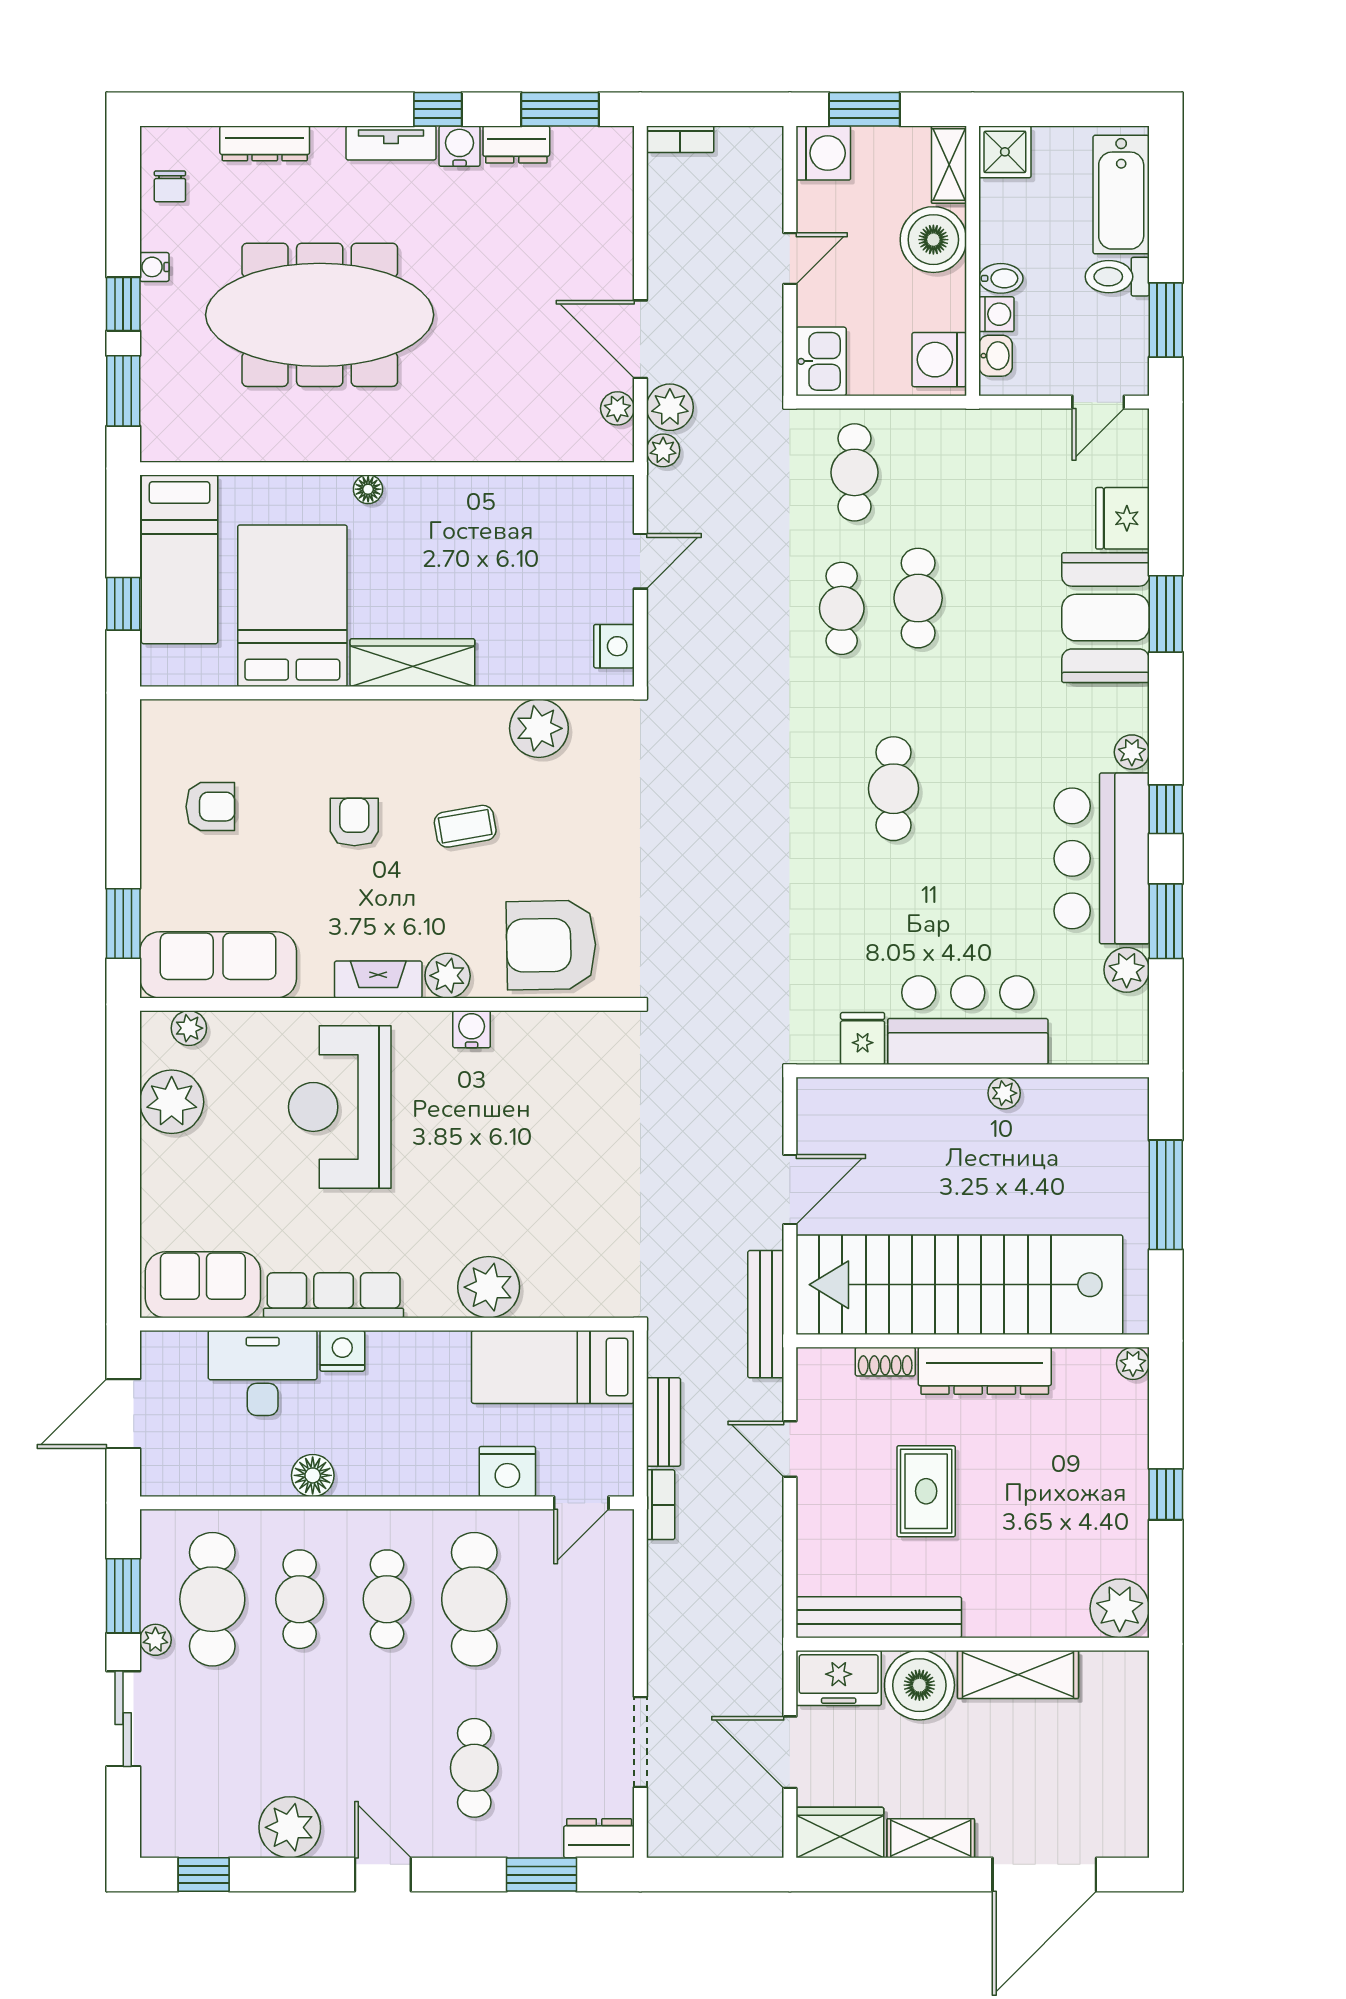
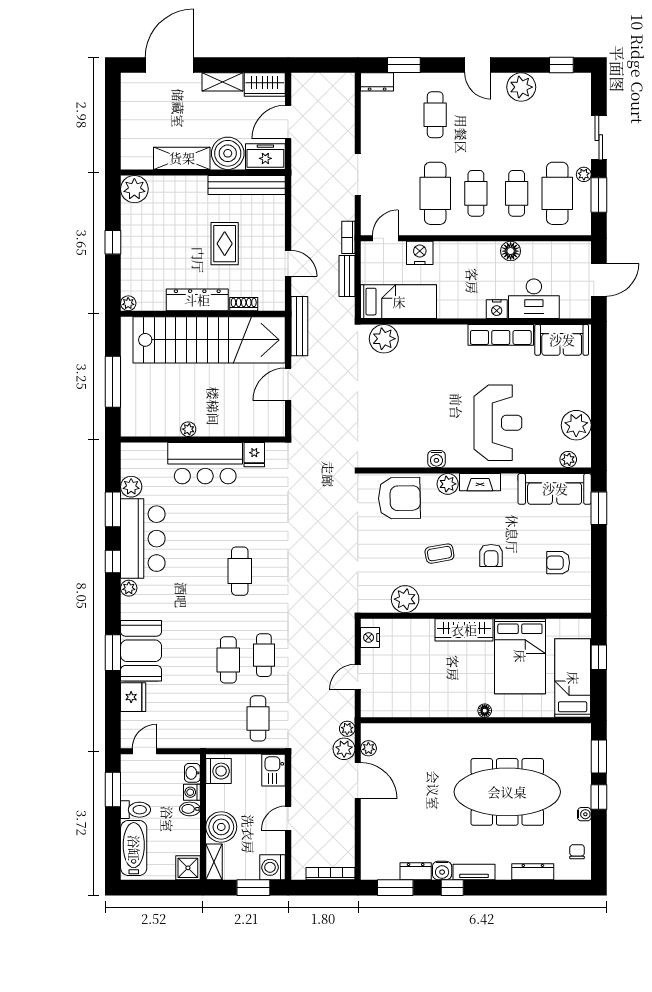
bookcase: (680, 139) -> (330, 874), width x1.56
plant: (489, 1287) -> (384, 339), moved
doorway: (640, 1742) -> (358, 174), moved
door: (790, 1752) -> (288, 122), swing flipped

